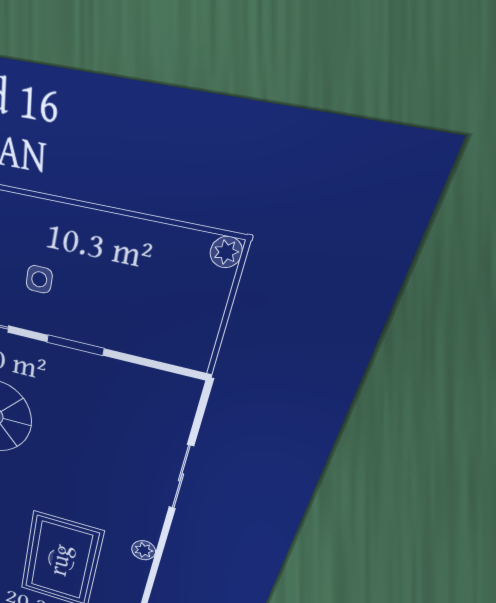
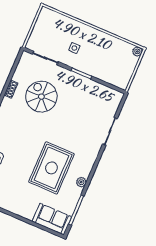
plant: (144, 550) -> (81, 182), moved

